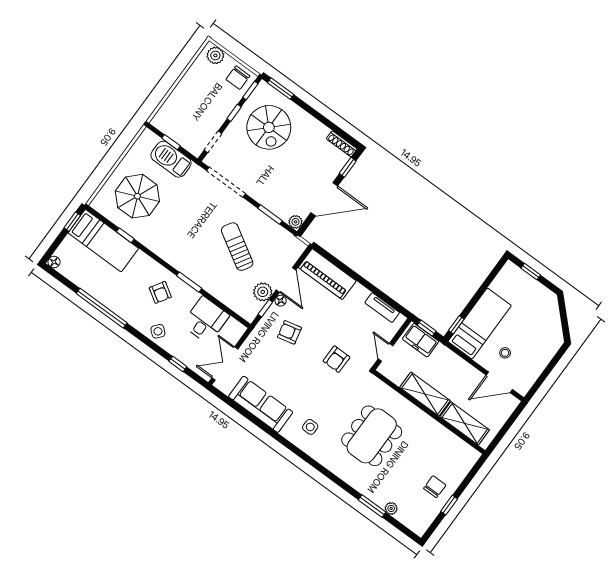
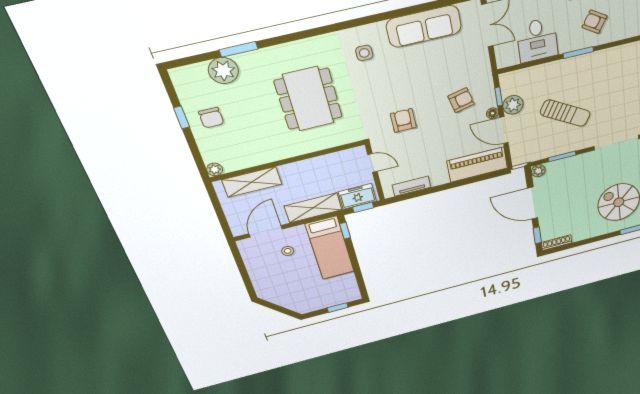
door: (324, 199) -> (533, 203), hinge flipped
shelving: (425, 394) -> (313, 208), moved
plant: (473, 455) -> (215, 169), added
plant: (391, 508) -> (223, 71), width x1.87, depth x1.87

